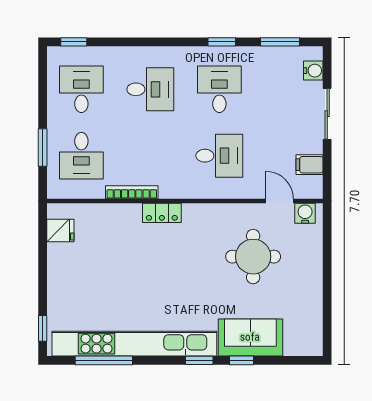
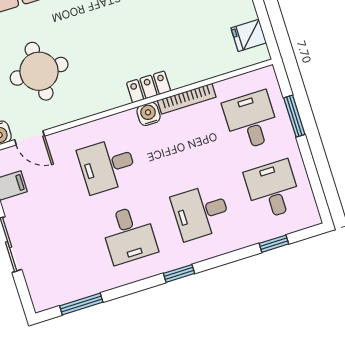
window: (74, 42) -> (274, 244), moved
window: (222, 42) -> (179, 273), moved
water cooler: (313, 71) -> (149, 114), moved, turned 90
desk: (81, 89) -> (273, 190), turned 180

